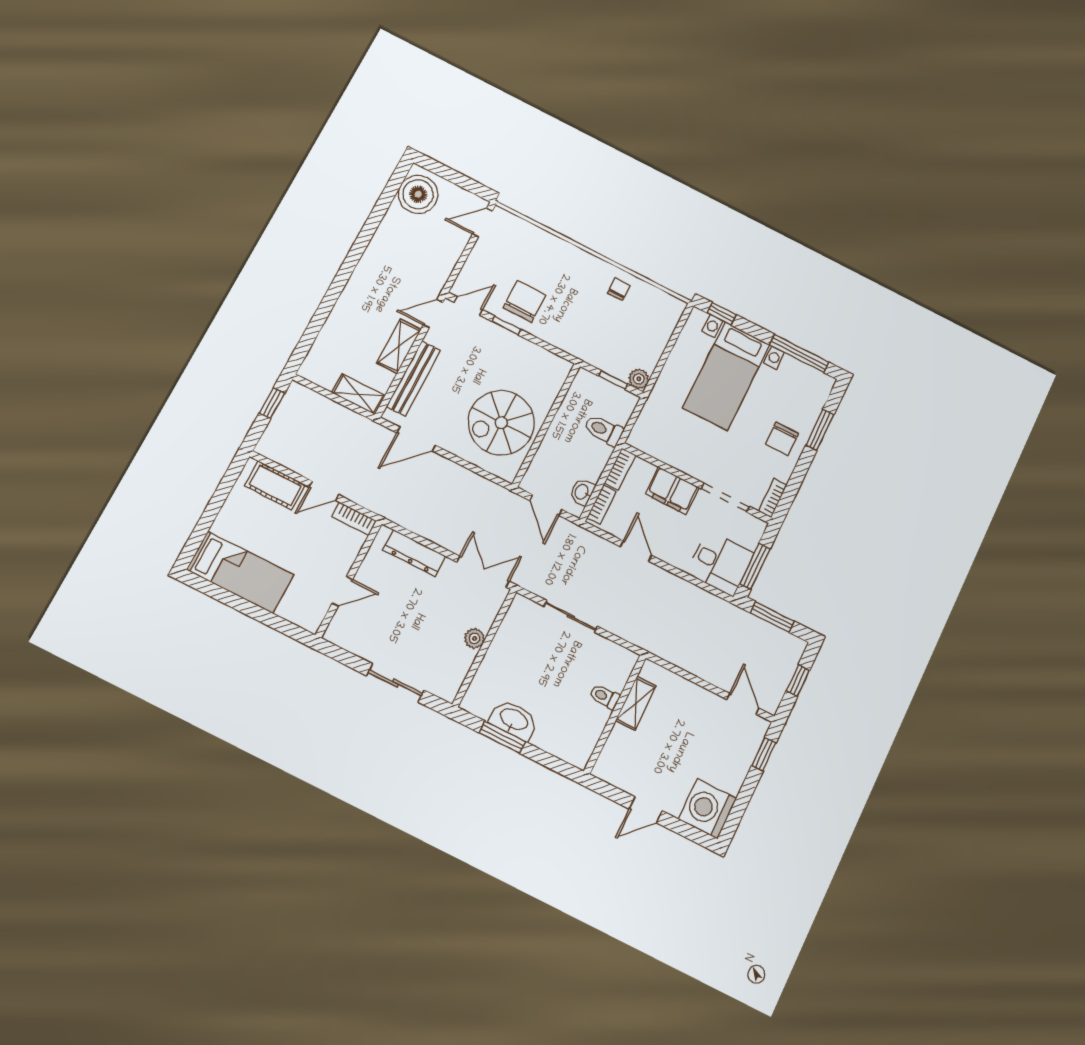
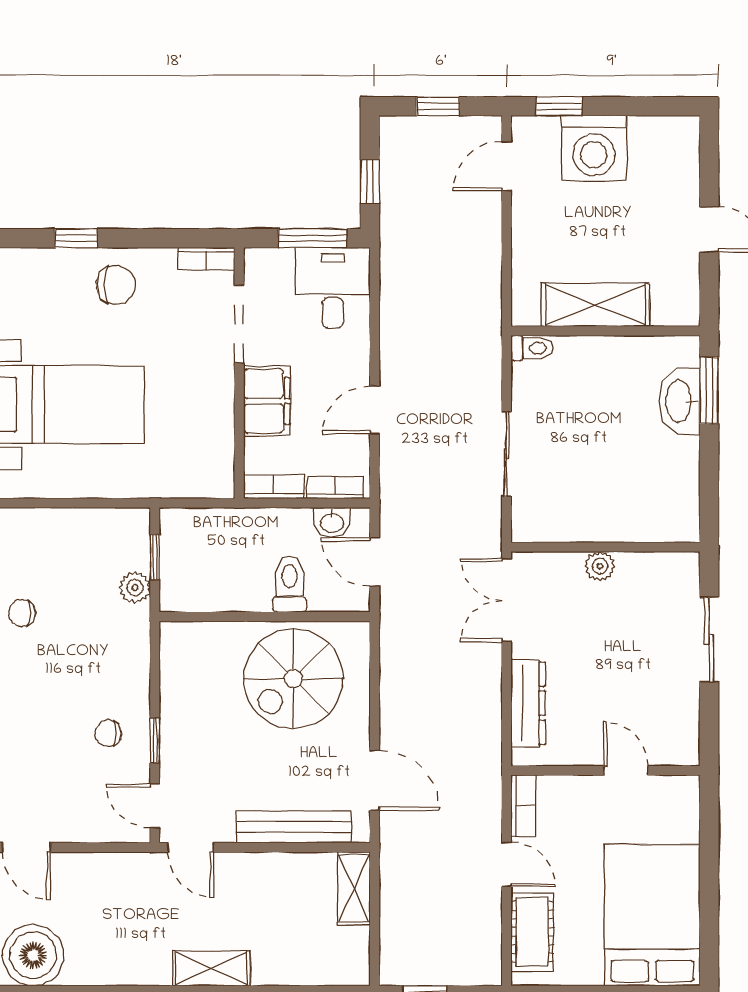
chair: (524, 301) -> (108, 733), width x0.54, depth x0.54
shelving: (399, 346) -> (211, 968), moved
plant: (639, 379) -> (135, 588), moved
spiral stairs: (501, 423) -> (293, 679), turned 90
toilet: (604, 430) -> (290, 584), moved, turned 180
window: (820, 430) -> (76, 238), width x0.67
door: (546, 505) -> (375, 562), swing flipped
bed: (240, 572) -> (652, 915), width x1.50
window: (772, 617) -> (370, 182), width x0.67
toilet: (605, 697) -> (532, 348), moved, turned -90
shelving: (636, 703) -> (595, 305), width x1.50, depth x1.33
washbasin: (514, 720) -> (680, 401), moved
window: (502, 737) -> (709, 390), moved
washing machine: (707, 809) -> (594, 148), moved

